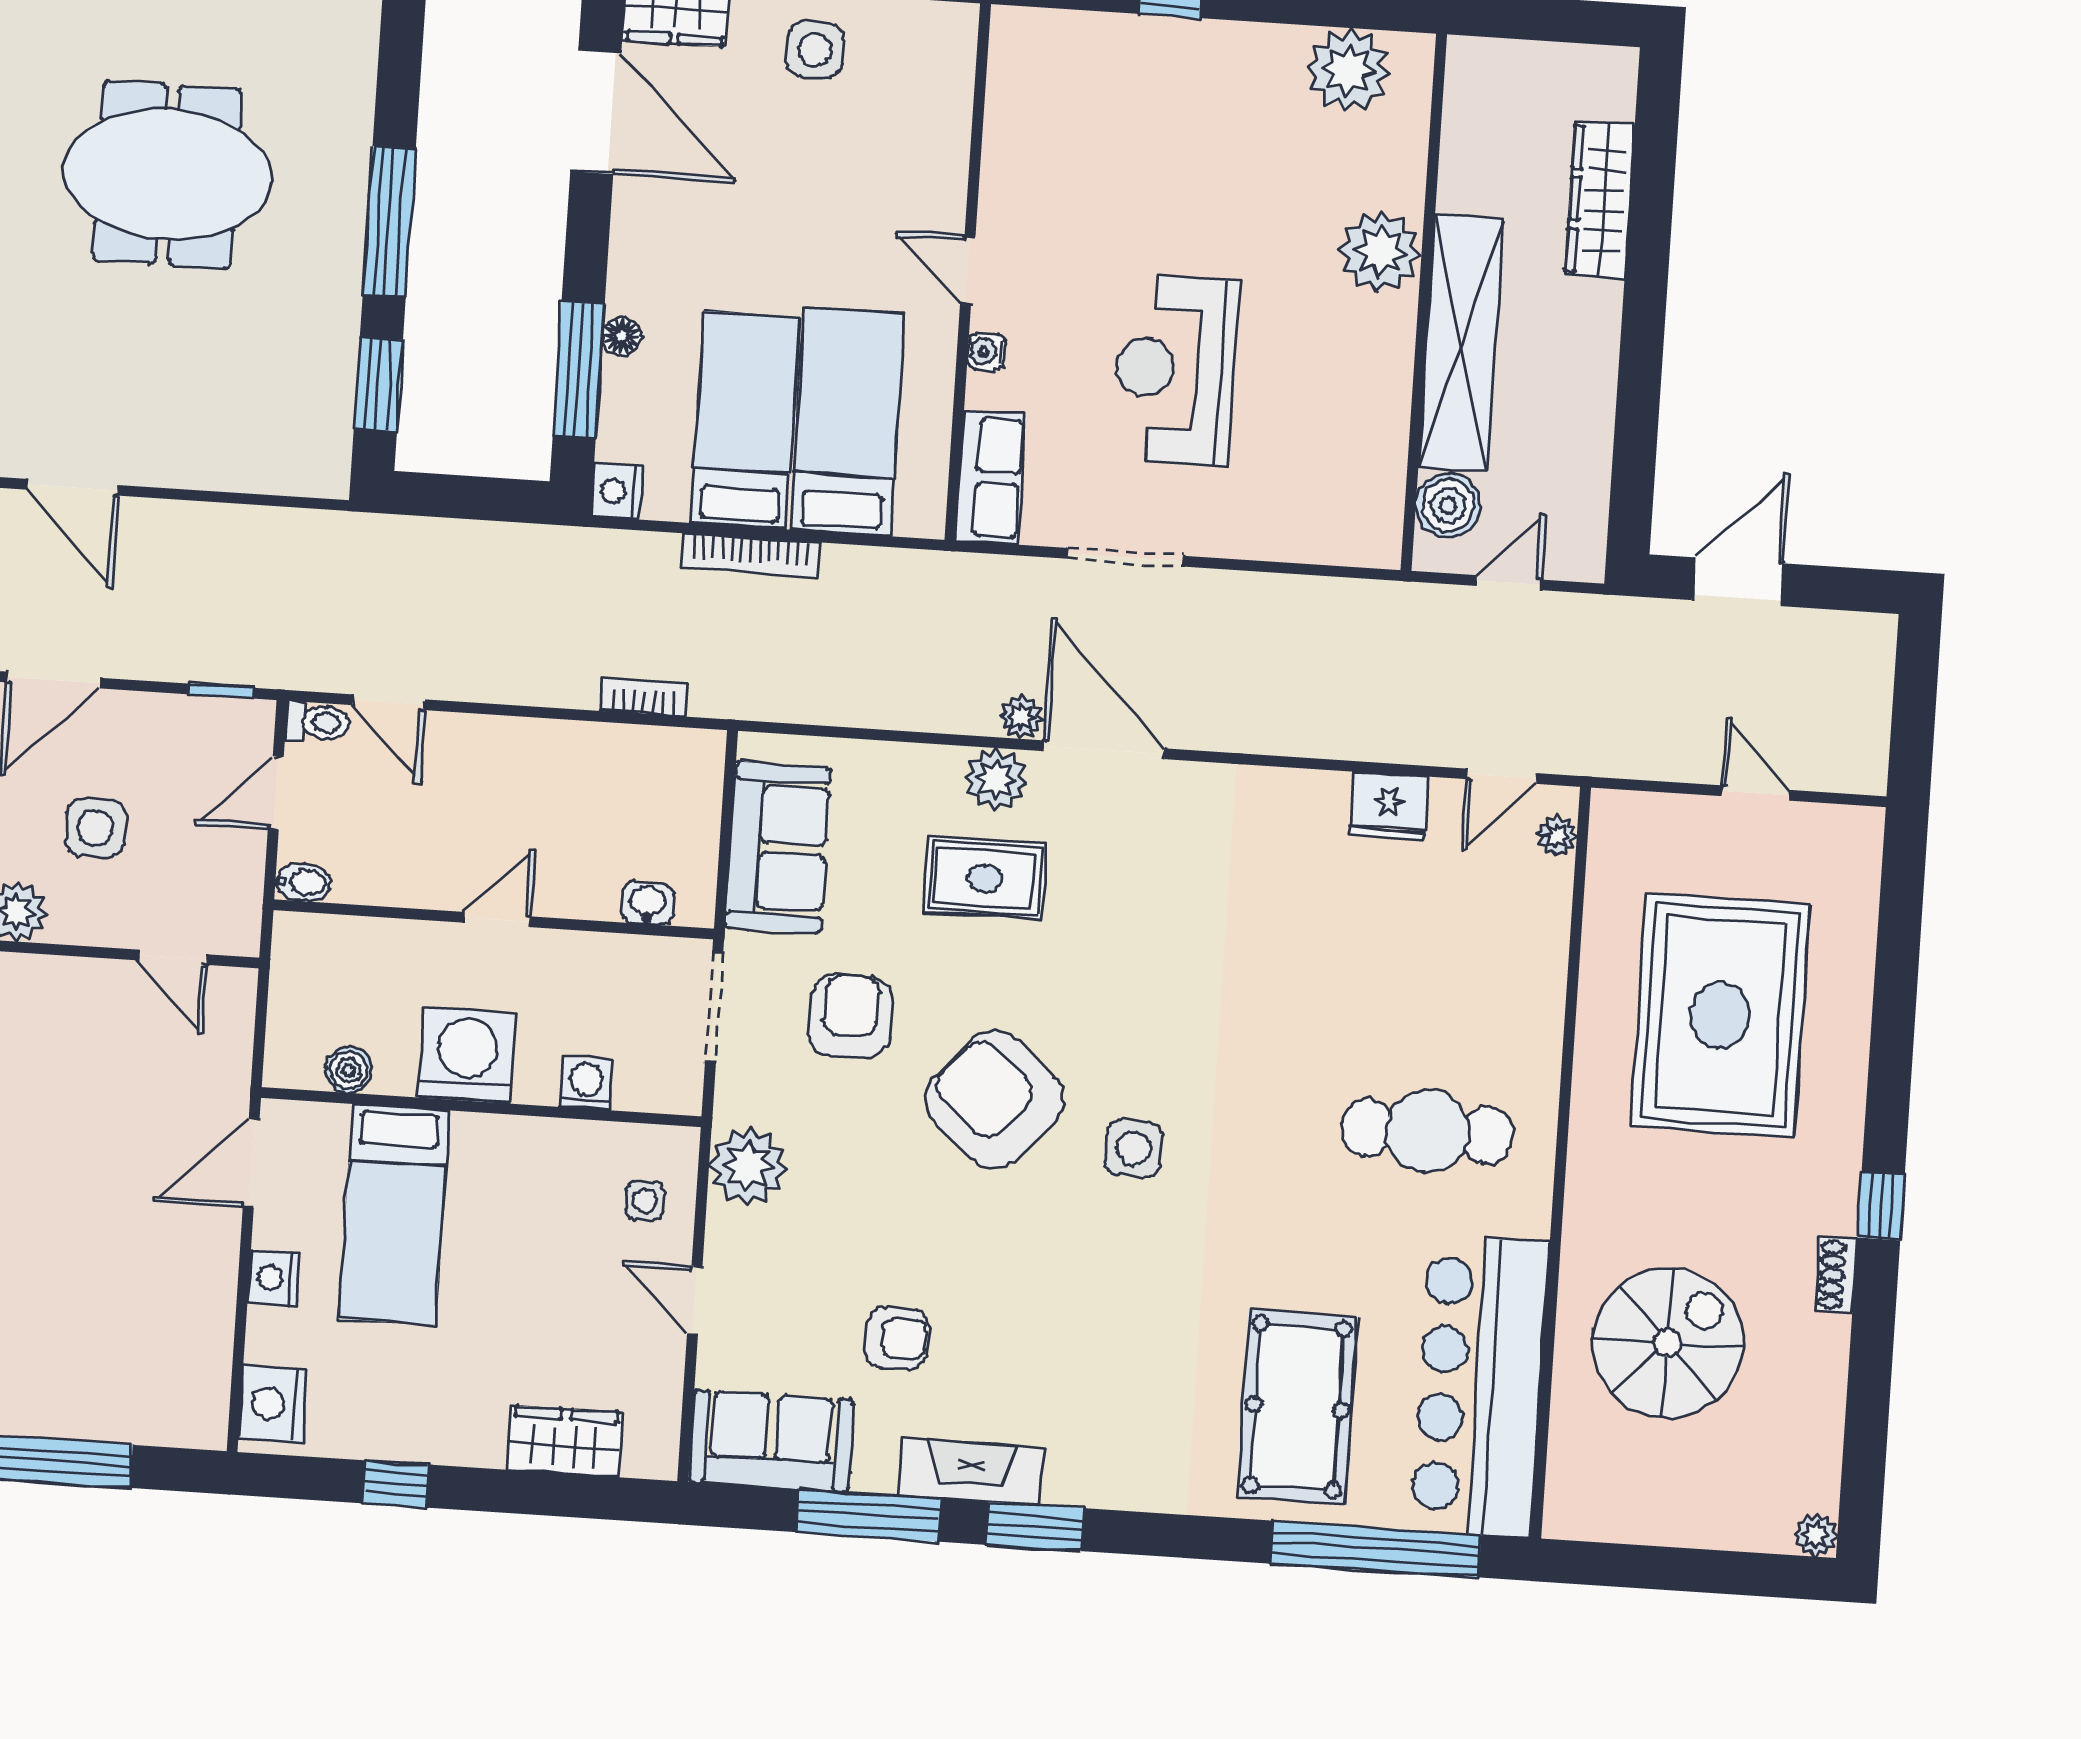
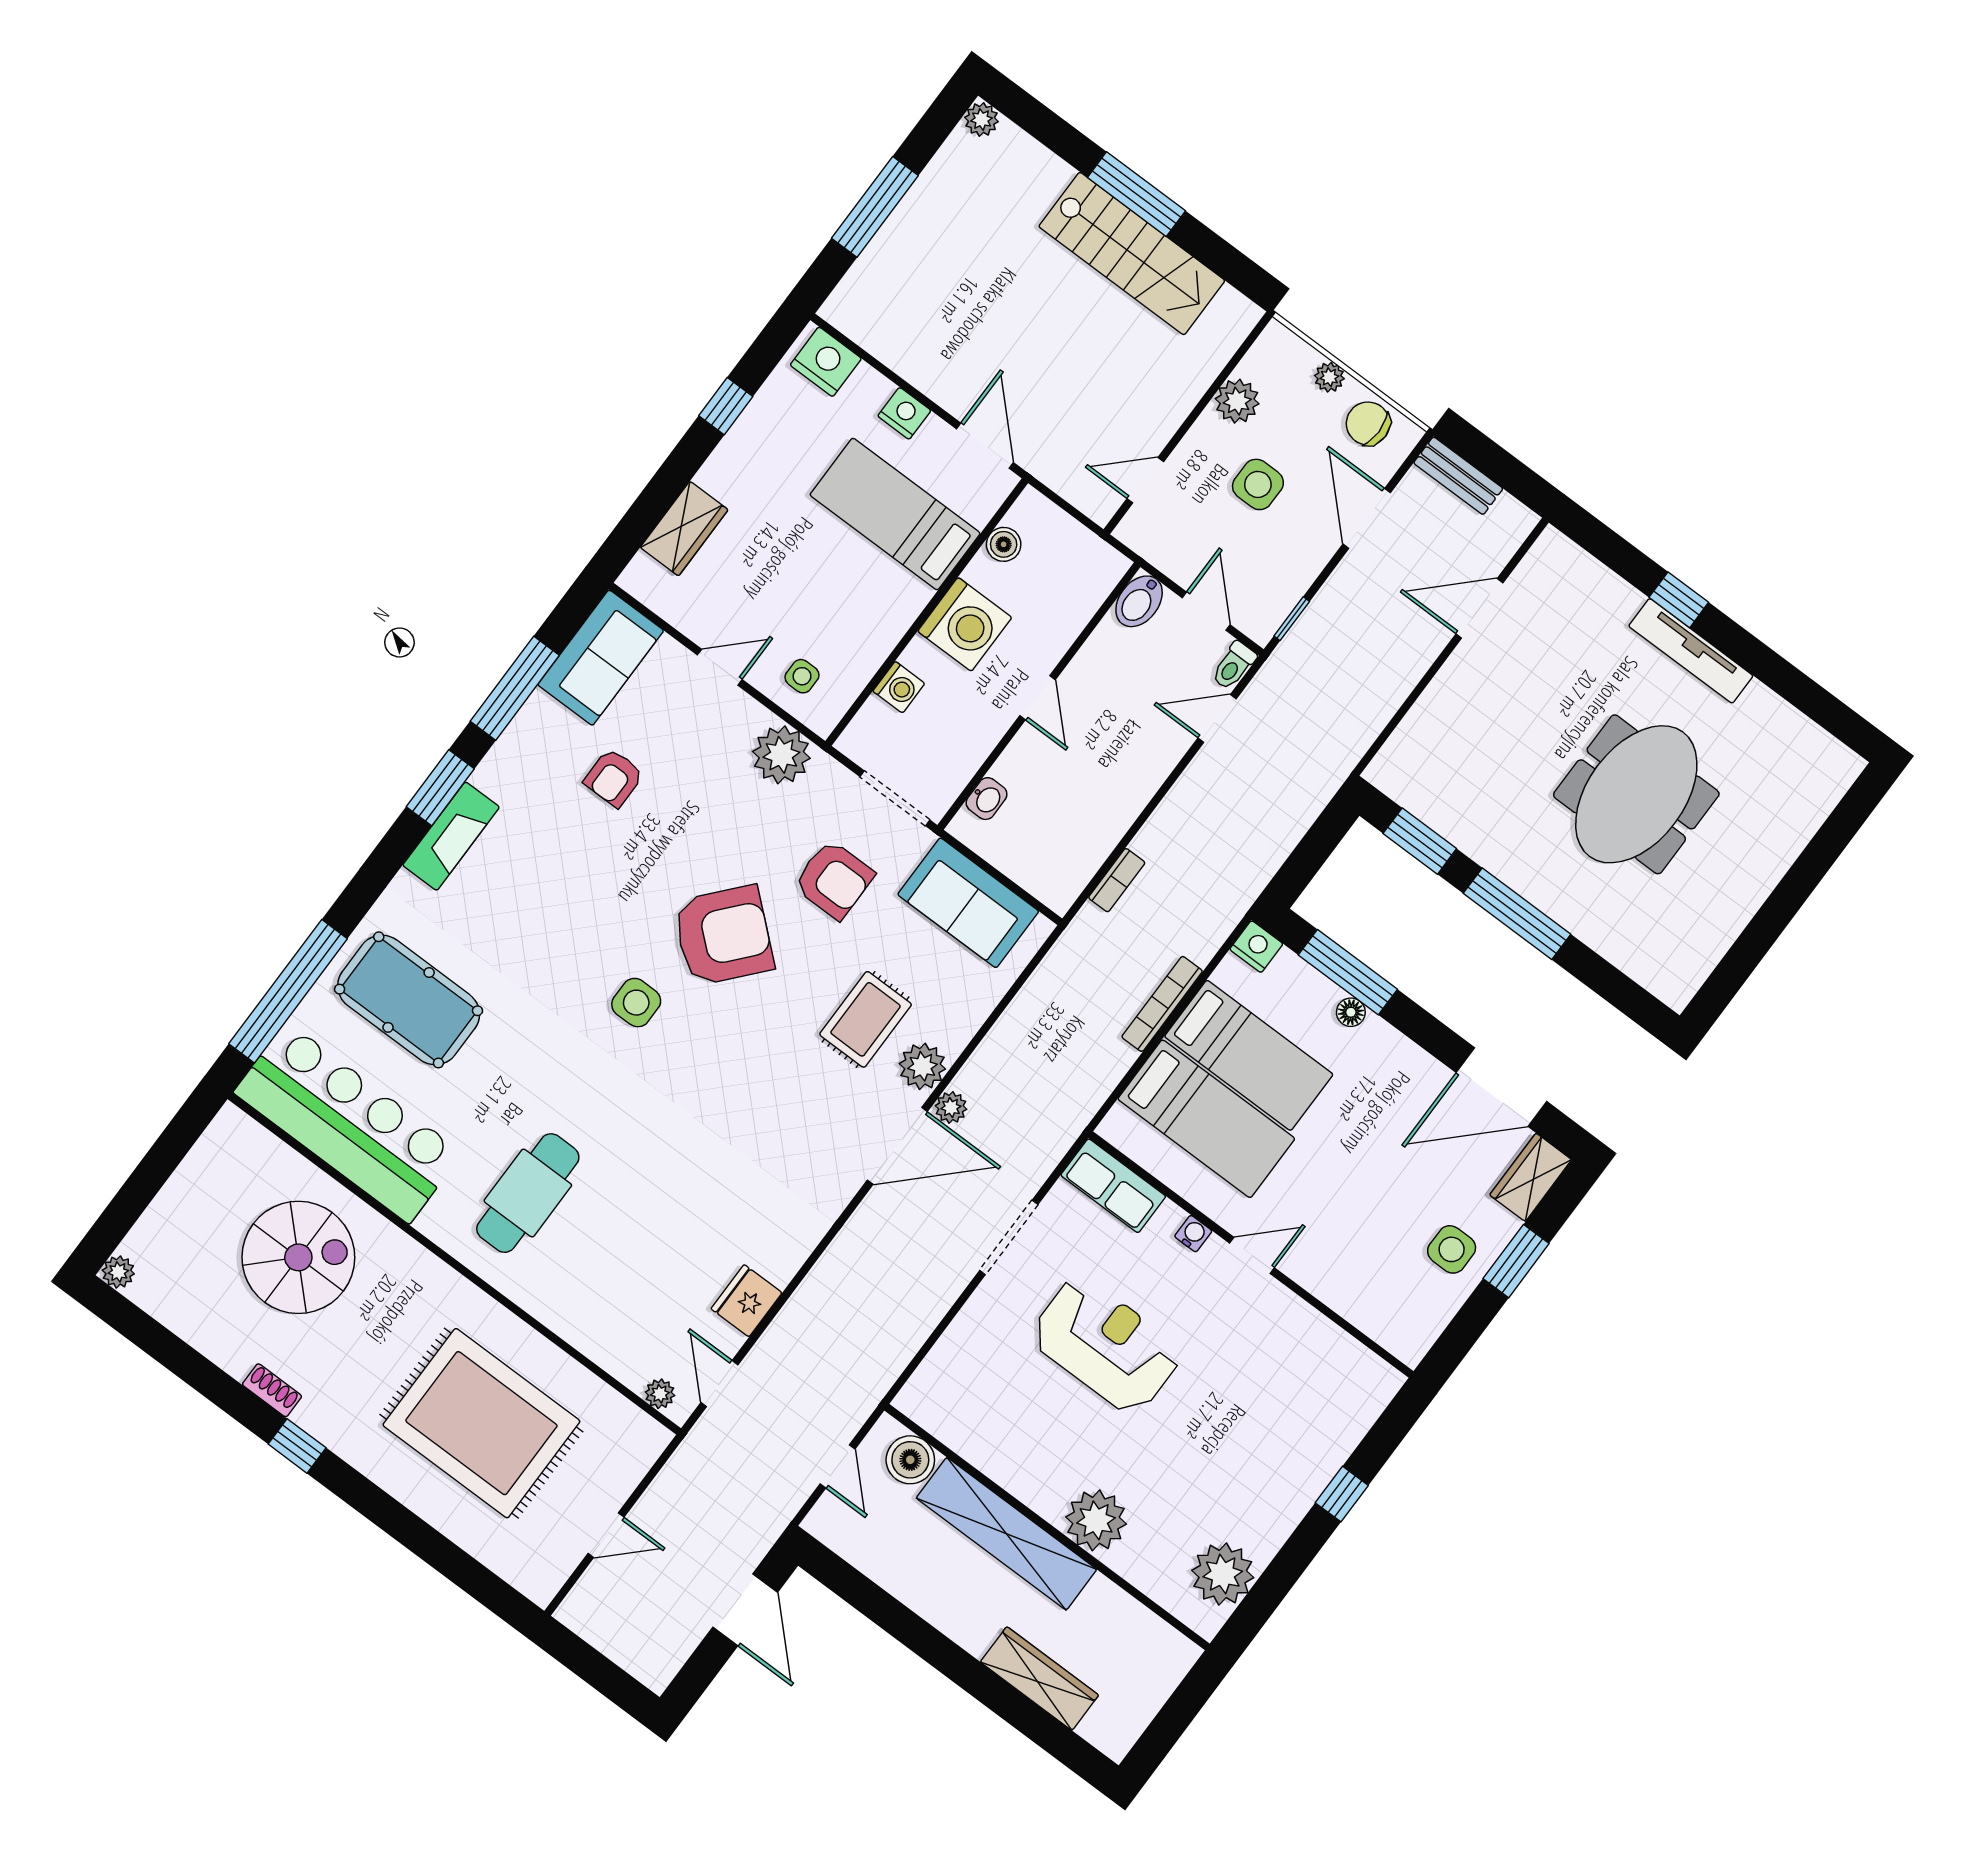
bidet: (303, 882) -> (1139, 601), width x1.38, depth x1.36
spiral stairs: (1668, 1343) -> (298, 1257), turned -90
fireplace: (971, 1472) -> (451, 836), moved

